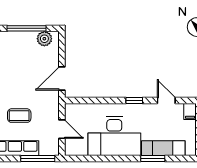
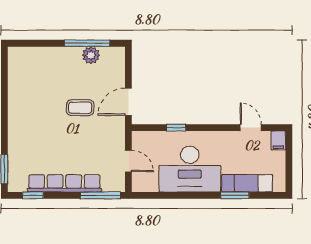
plant: (44, 39) -> (91, 55), moved
window: (134, 101) -> (176, 128), moved
coffee table: (19, 116) -> (80, 108), moved

